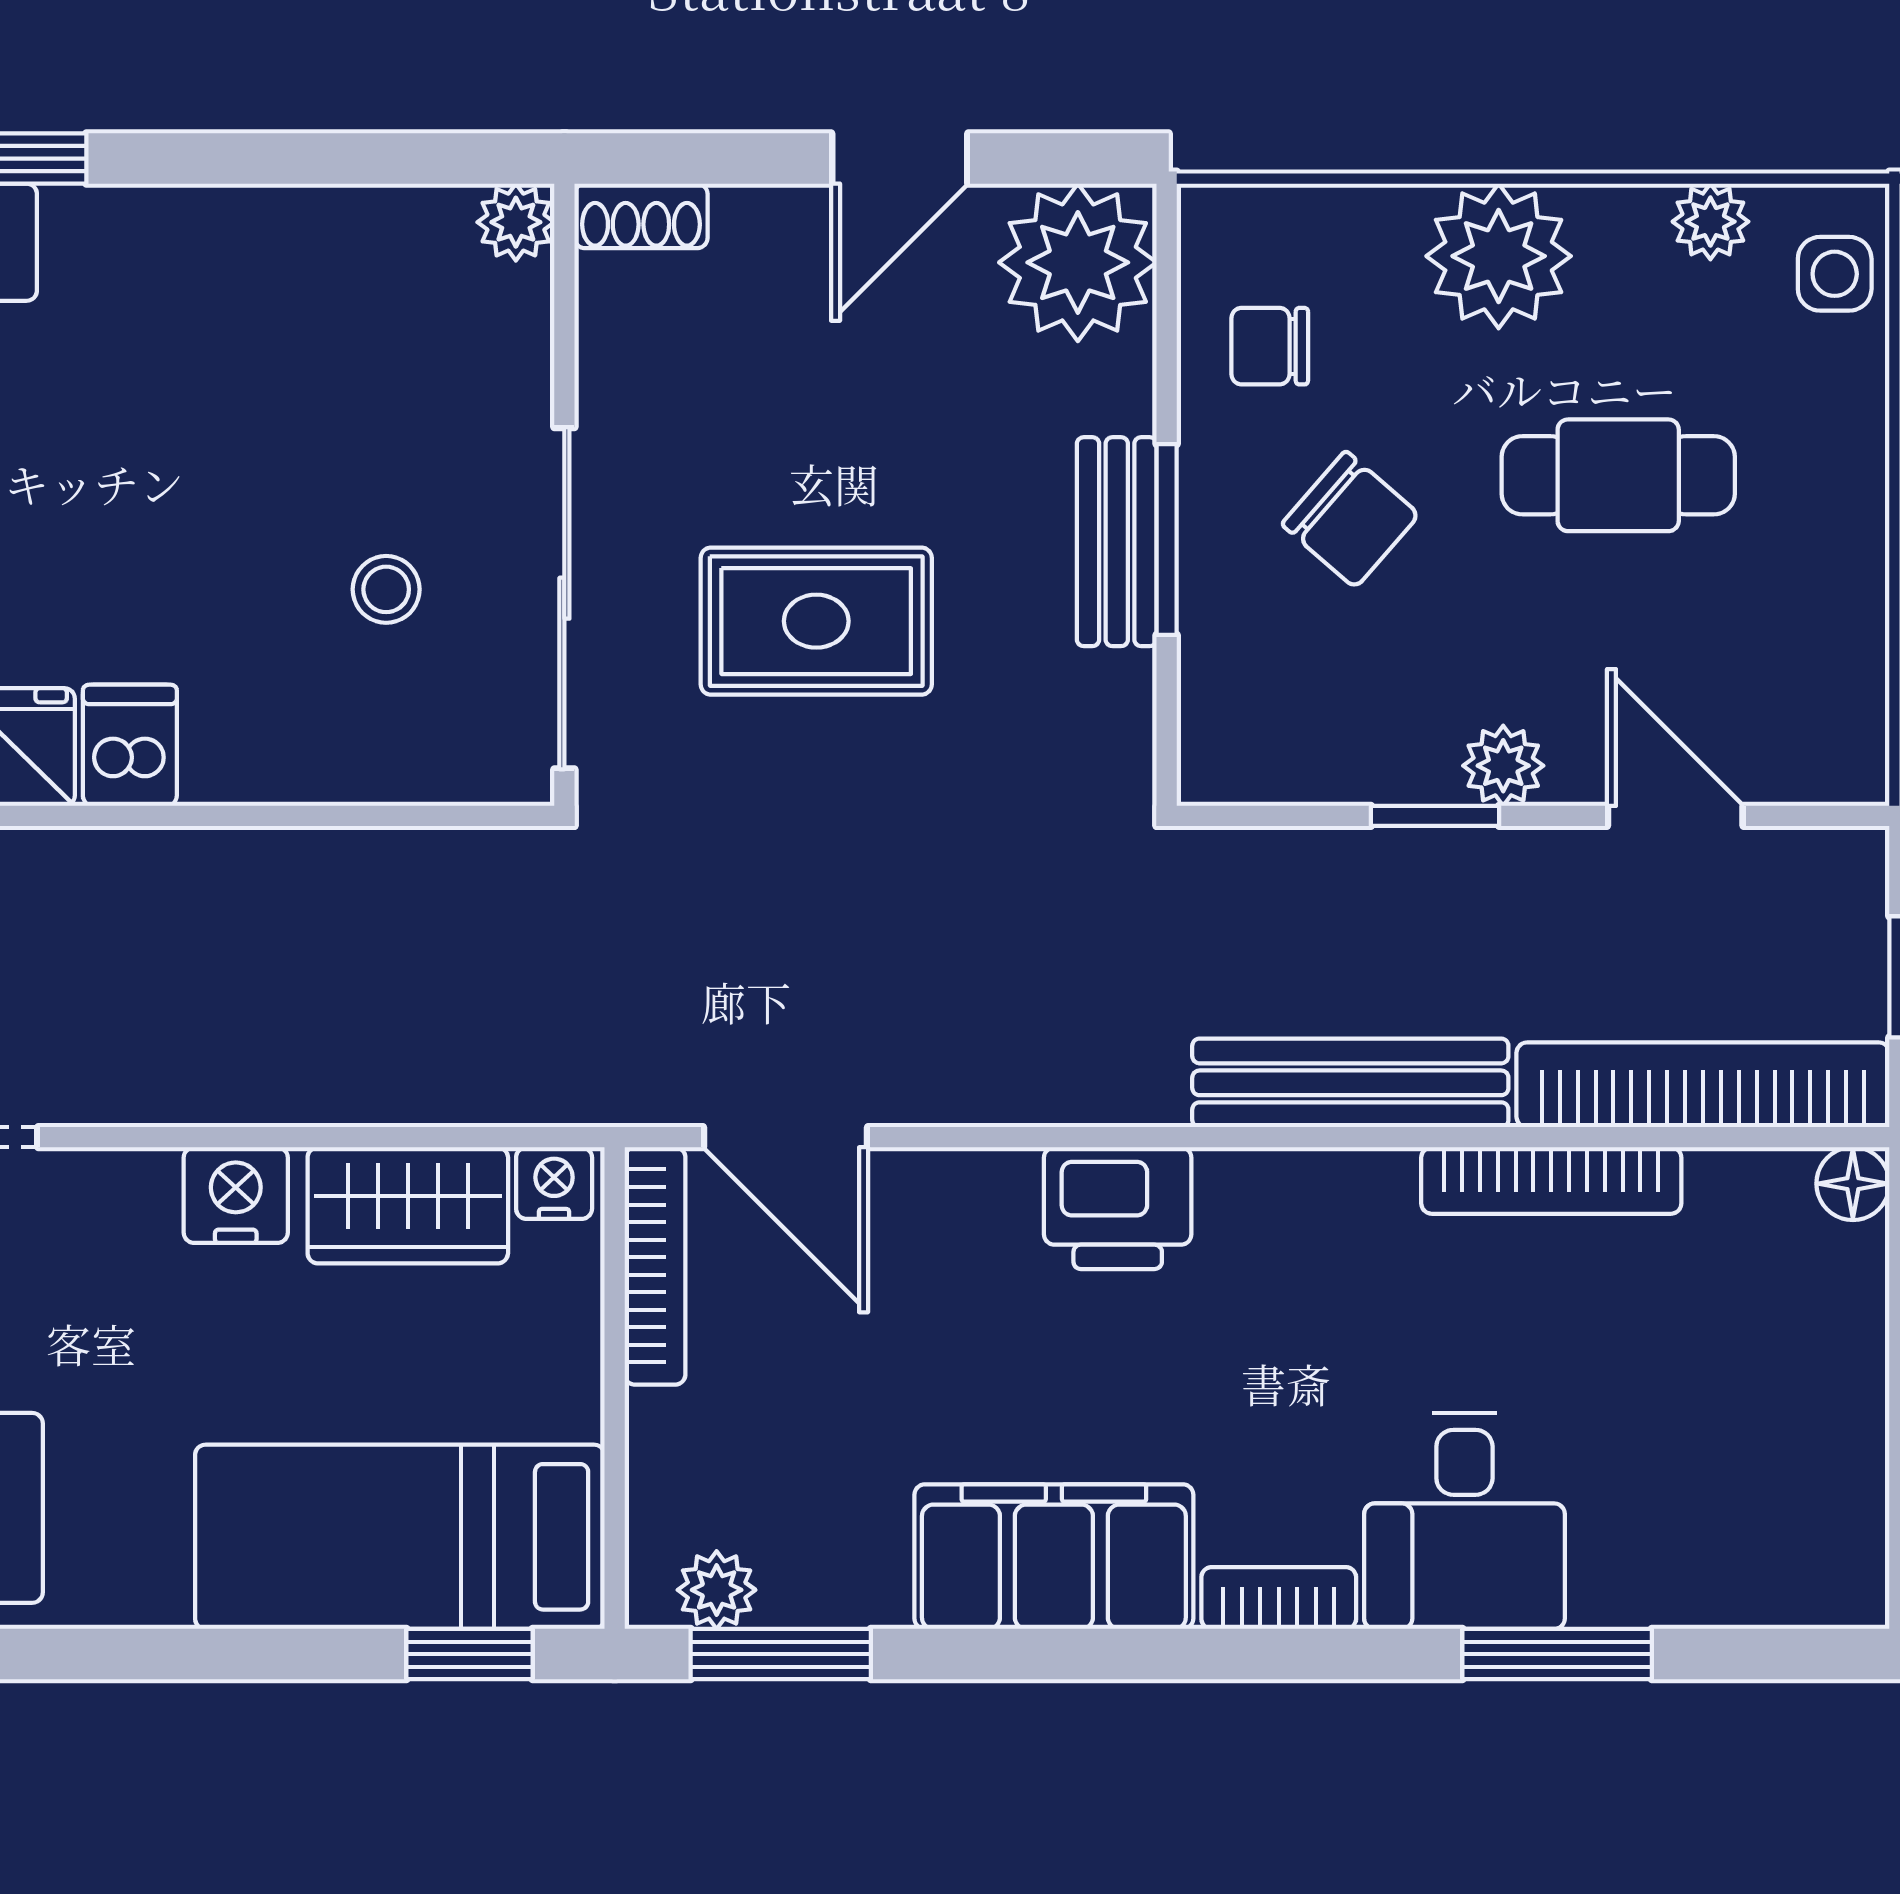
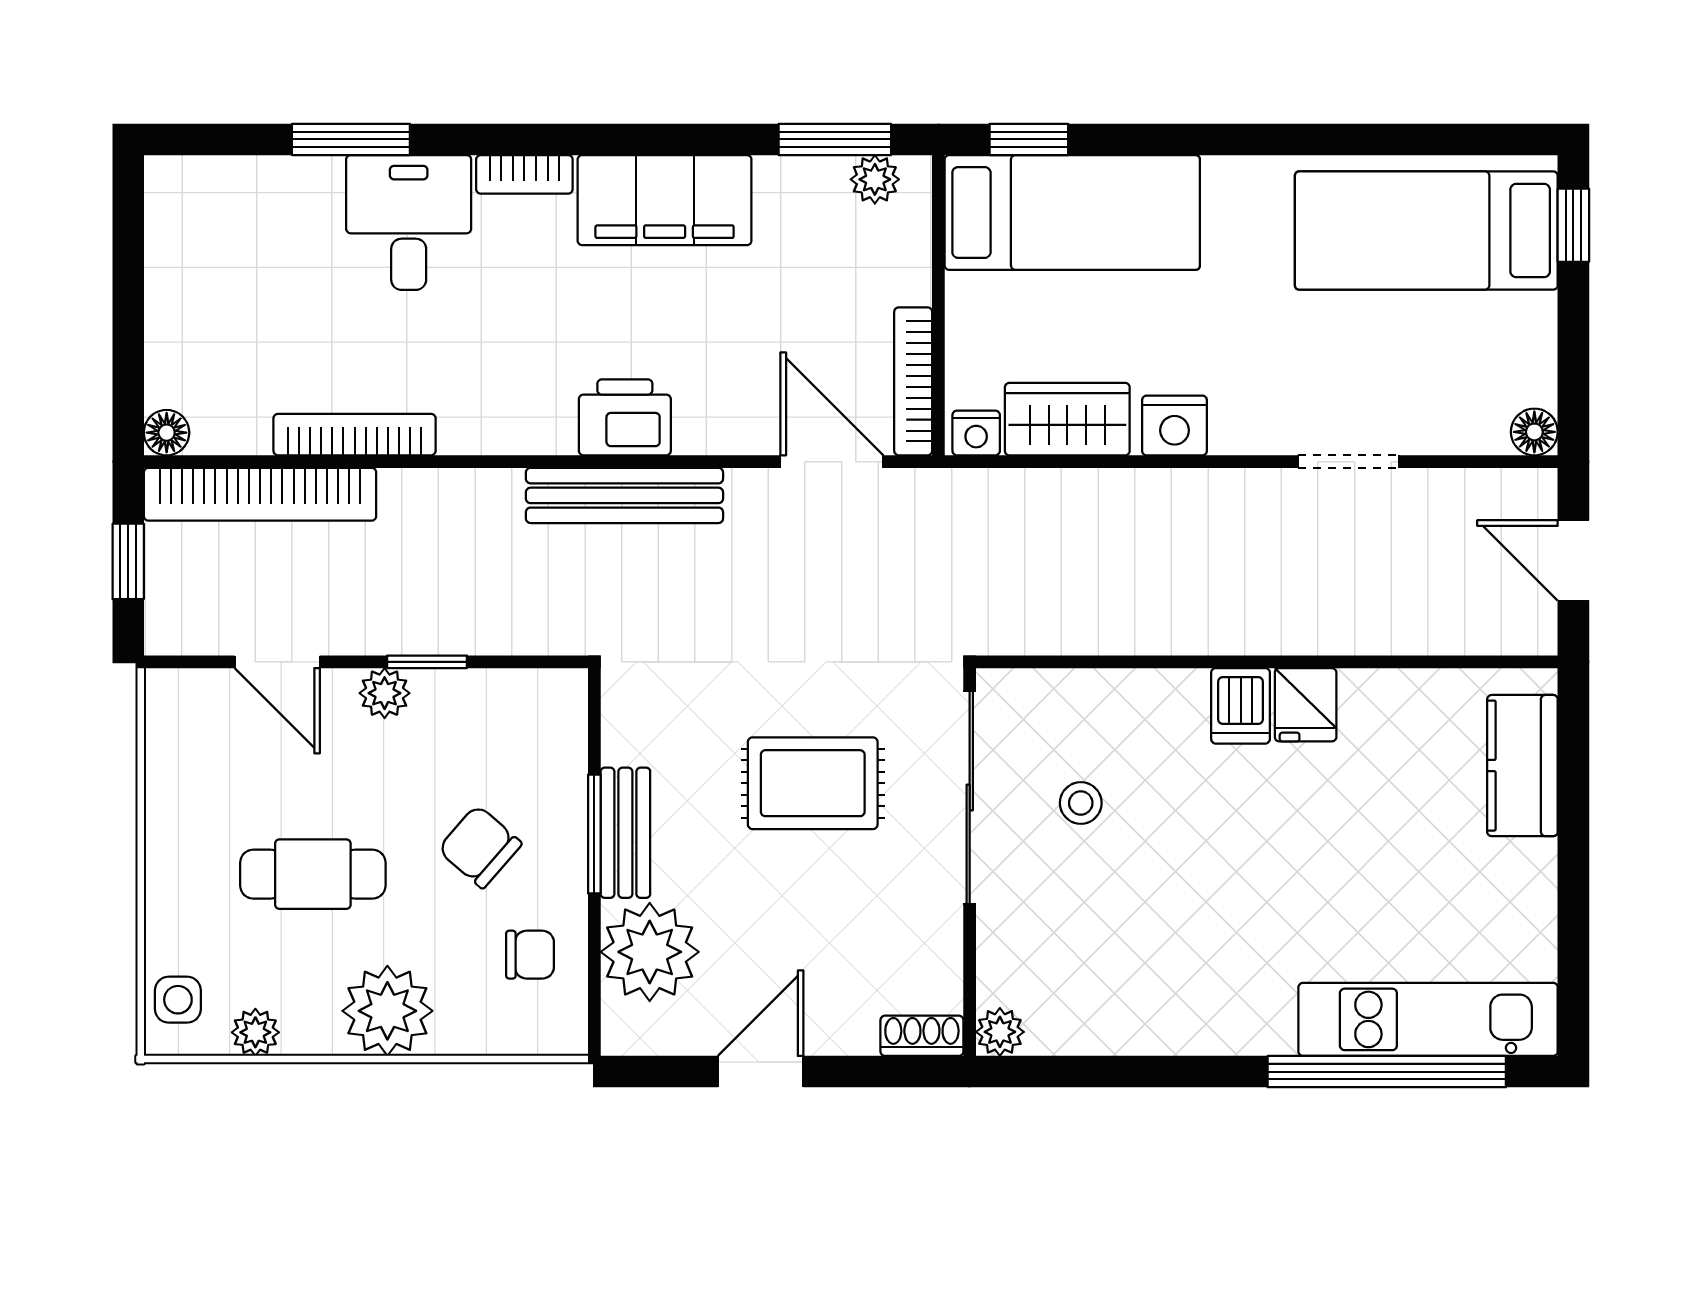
plant: (1078, 262) -> (650, 952), moved
bench: (1350, 1083) -> (624, 495), moved

